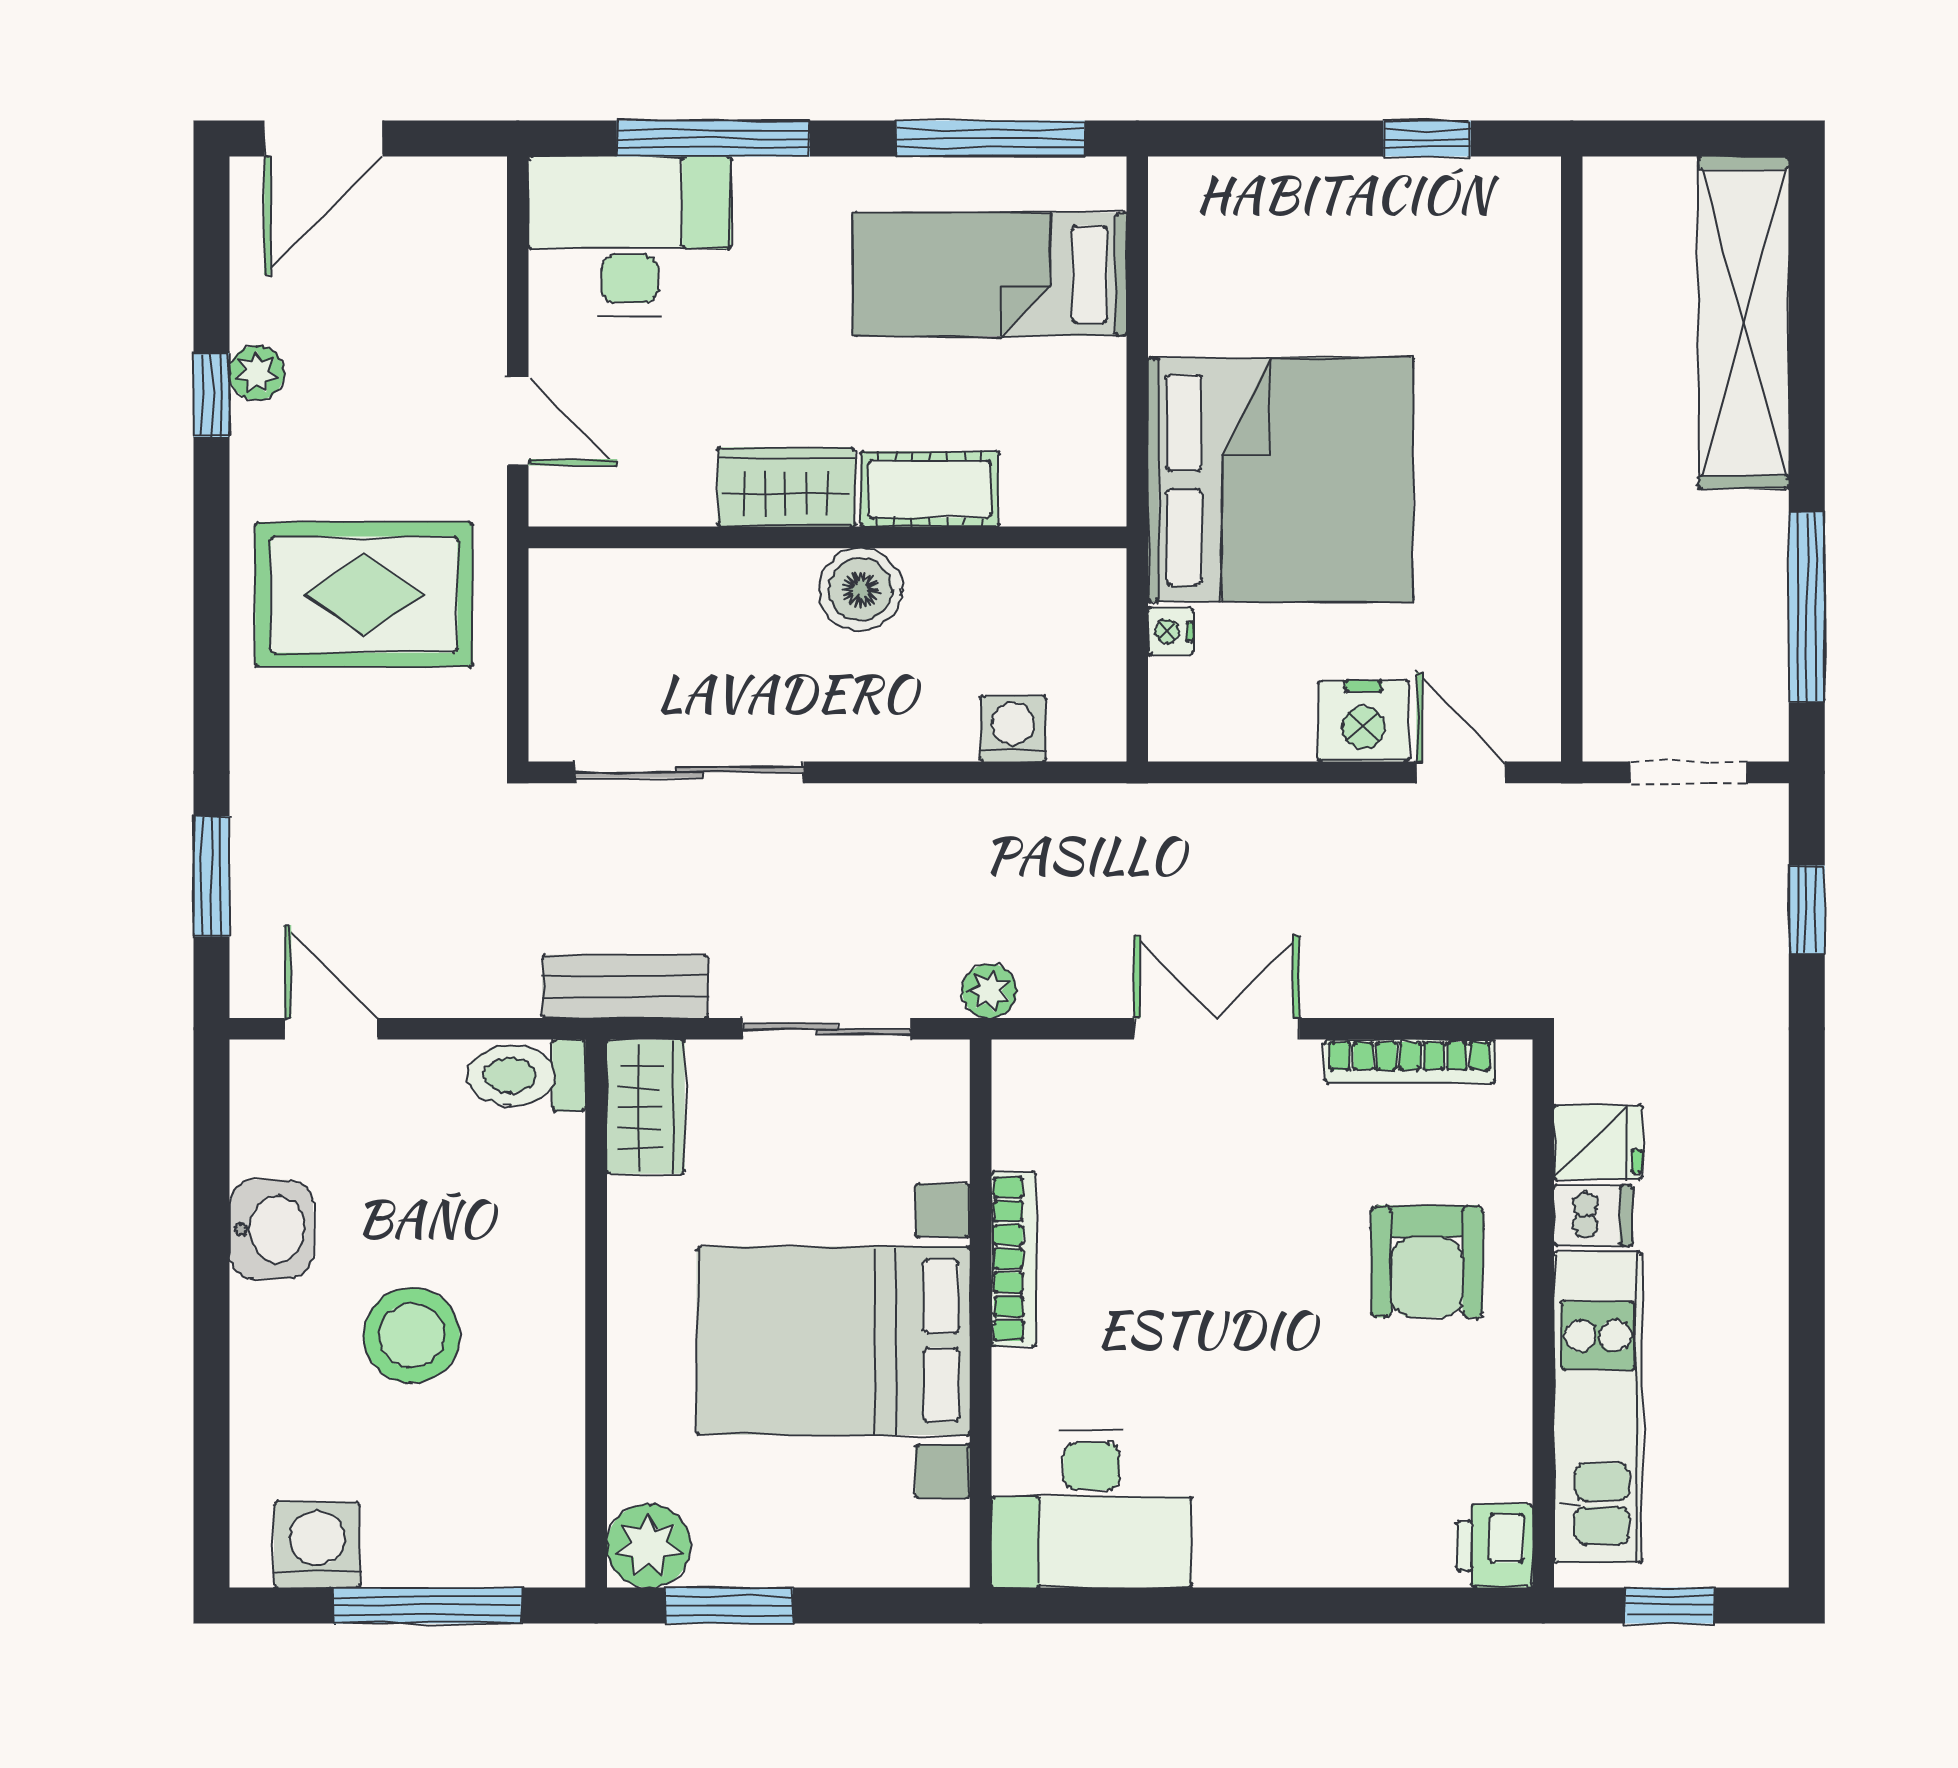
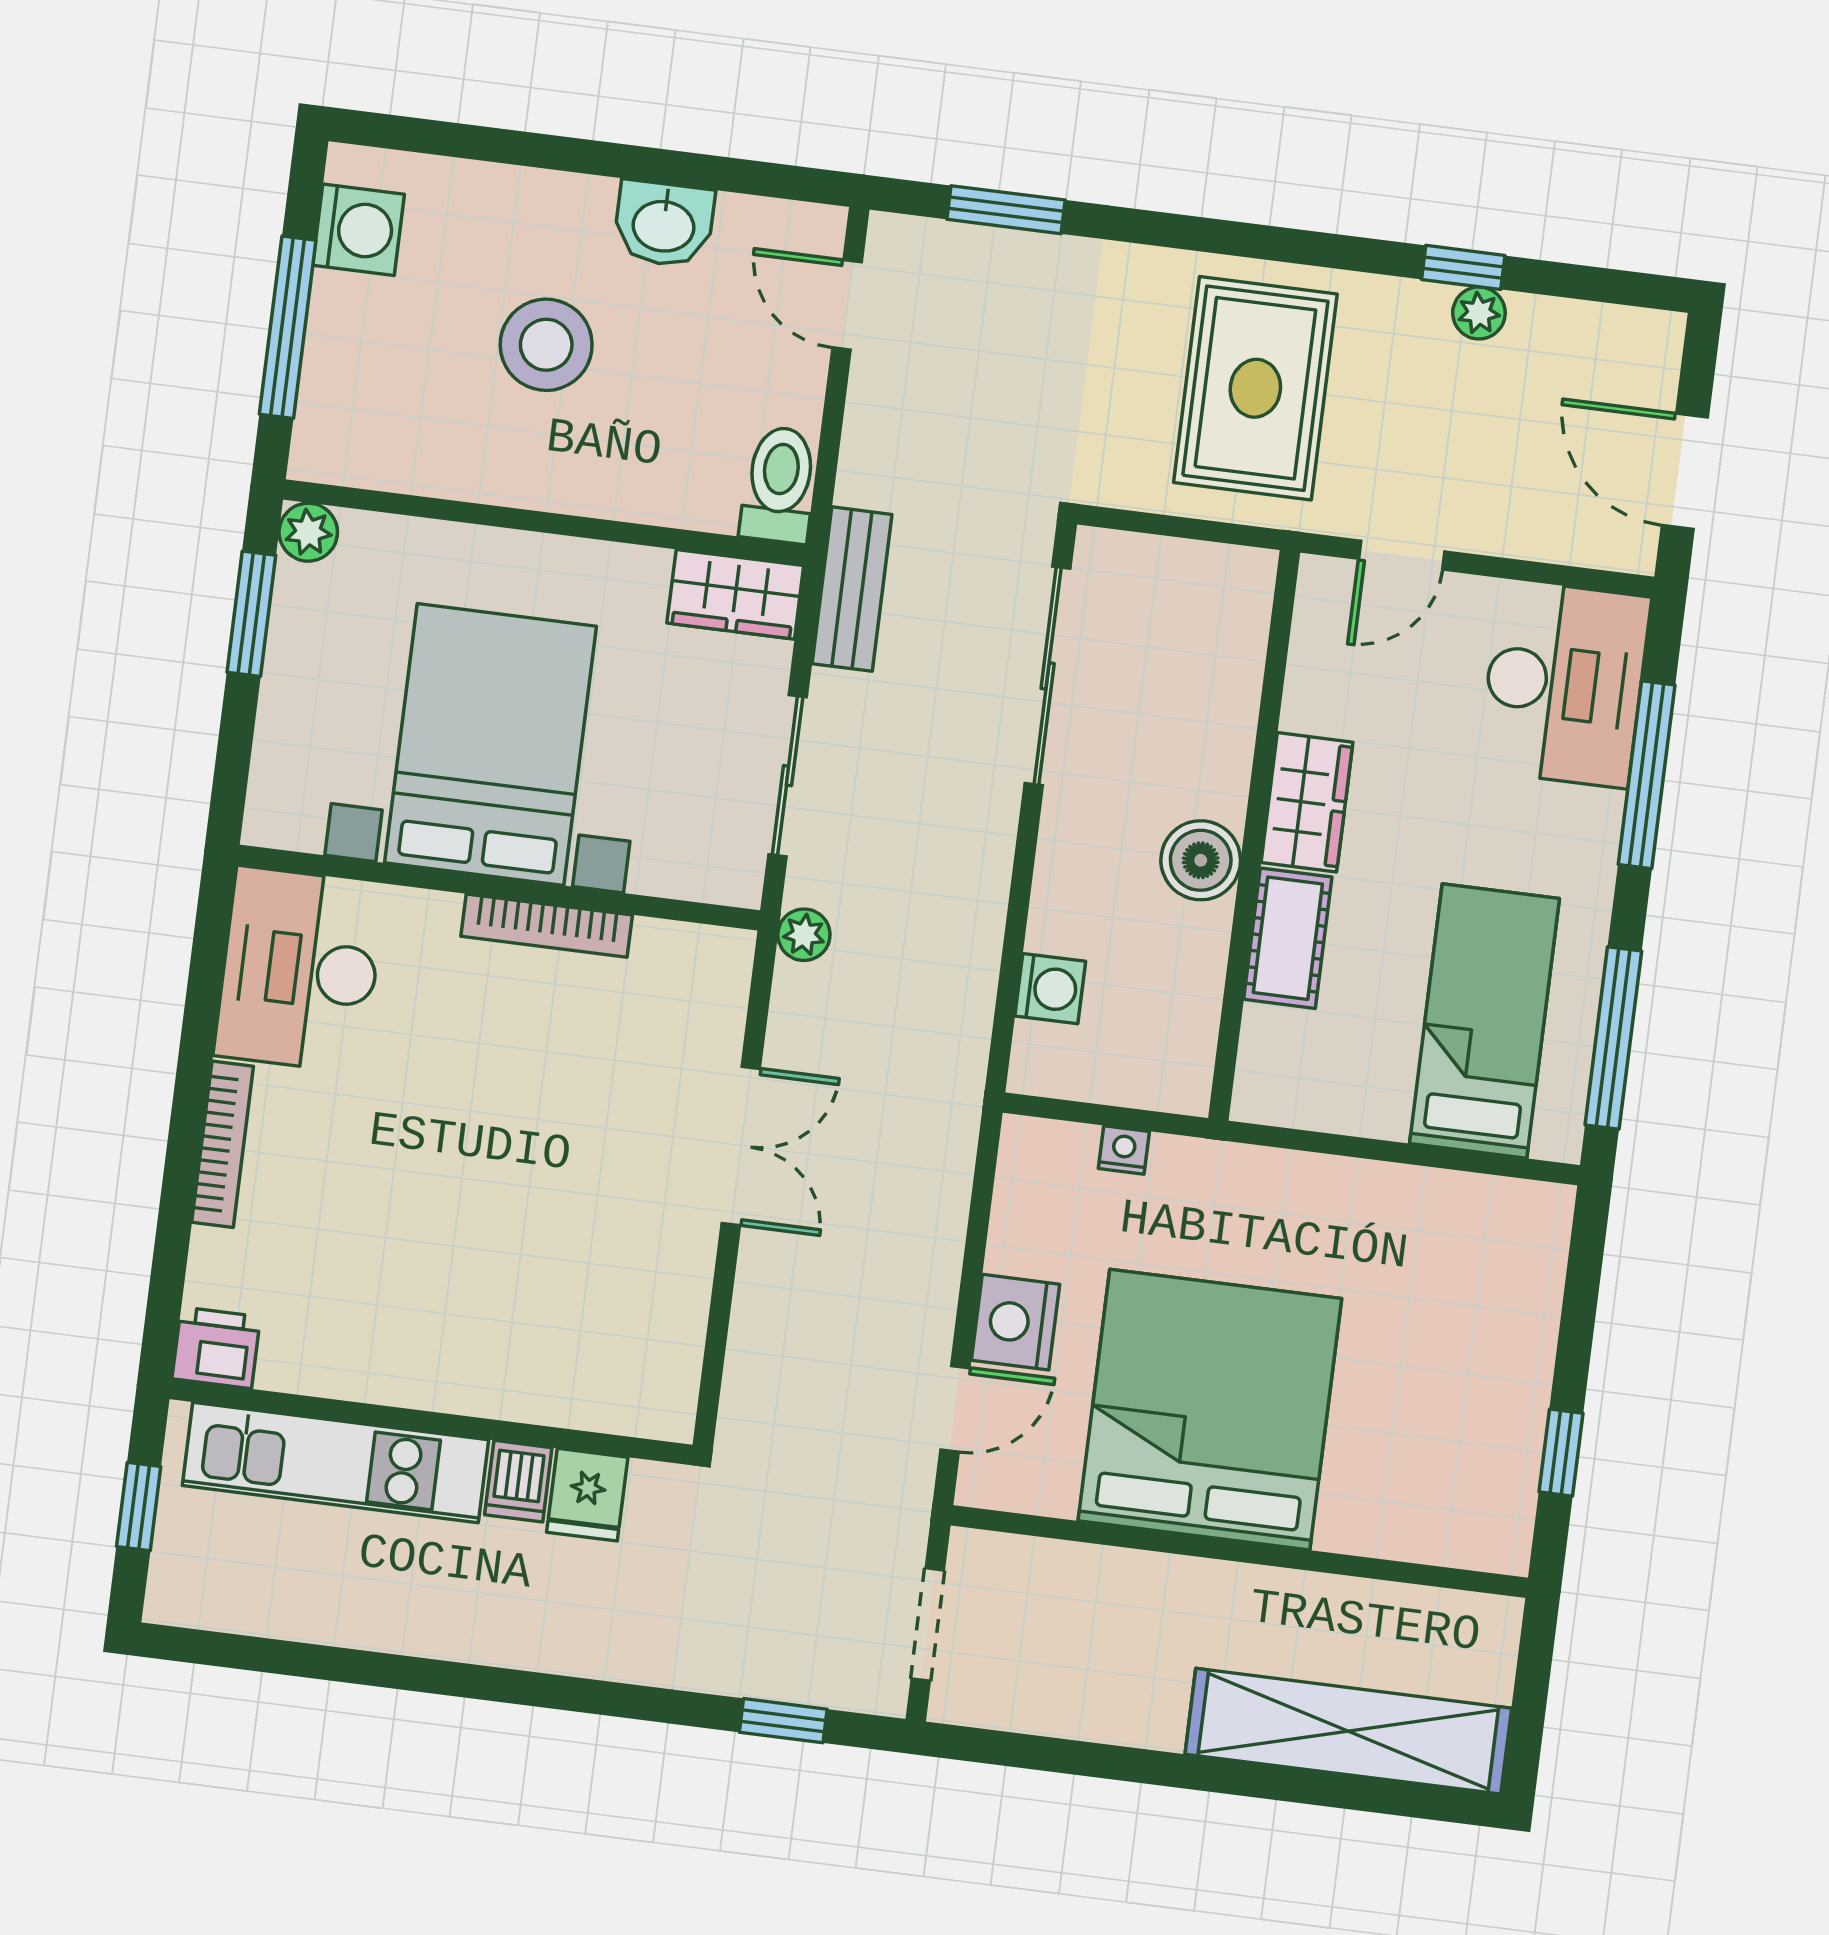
door: (323, 139) -> (1685, 471), moved
bed: (1280, 480) -> (1210, 1410), moved, turned 180
window: (1807, 607) -> (1070, 1757), removed
door: (331, 1029) -> (847, 305), swing flipped
bookcase: (1410, 1061) -> (223, 1144), moved, turned 180
armchair: (1427, 1262) -> (494, 1318), removed
plant: (649, 1546) -> (308, 532), width x0.73, depth x0.73

